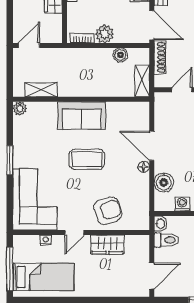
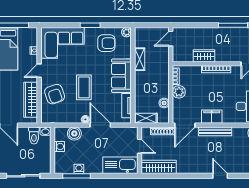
door: (29, 45) -> (171, 39), swing flipped
shelving: (41, 90) -> (140, 59), moved
tv unit: (124, 108) -> (126, 106), added
armchair: (35, 137) -> (106, 43), added
door: (152, 146) -> (100, 125), hinge flipped
coffee table: (87, 159) -> (84, 87), moved
door: (74, 233) -> (39, 71), hinge flipped
wardrobe: (107, 245) -> (31, 100), width x1.50

